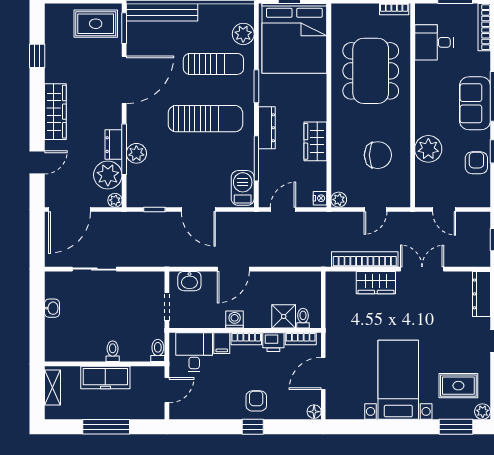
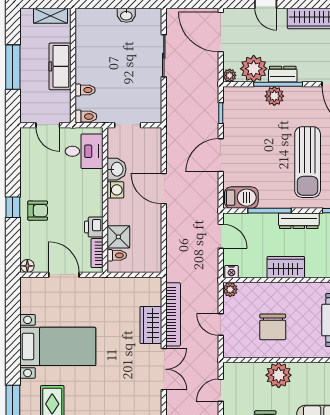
washbasin: (189, 281) -> (116, 169), moved, turned 180
bookcase: (246, 339) -> (97, 201), removed
filing cabinet: (222, 343) -> (93, 178), removed
toilet: (113, 351) -> (85, 90), moved

